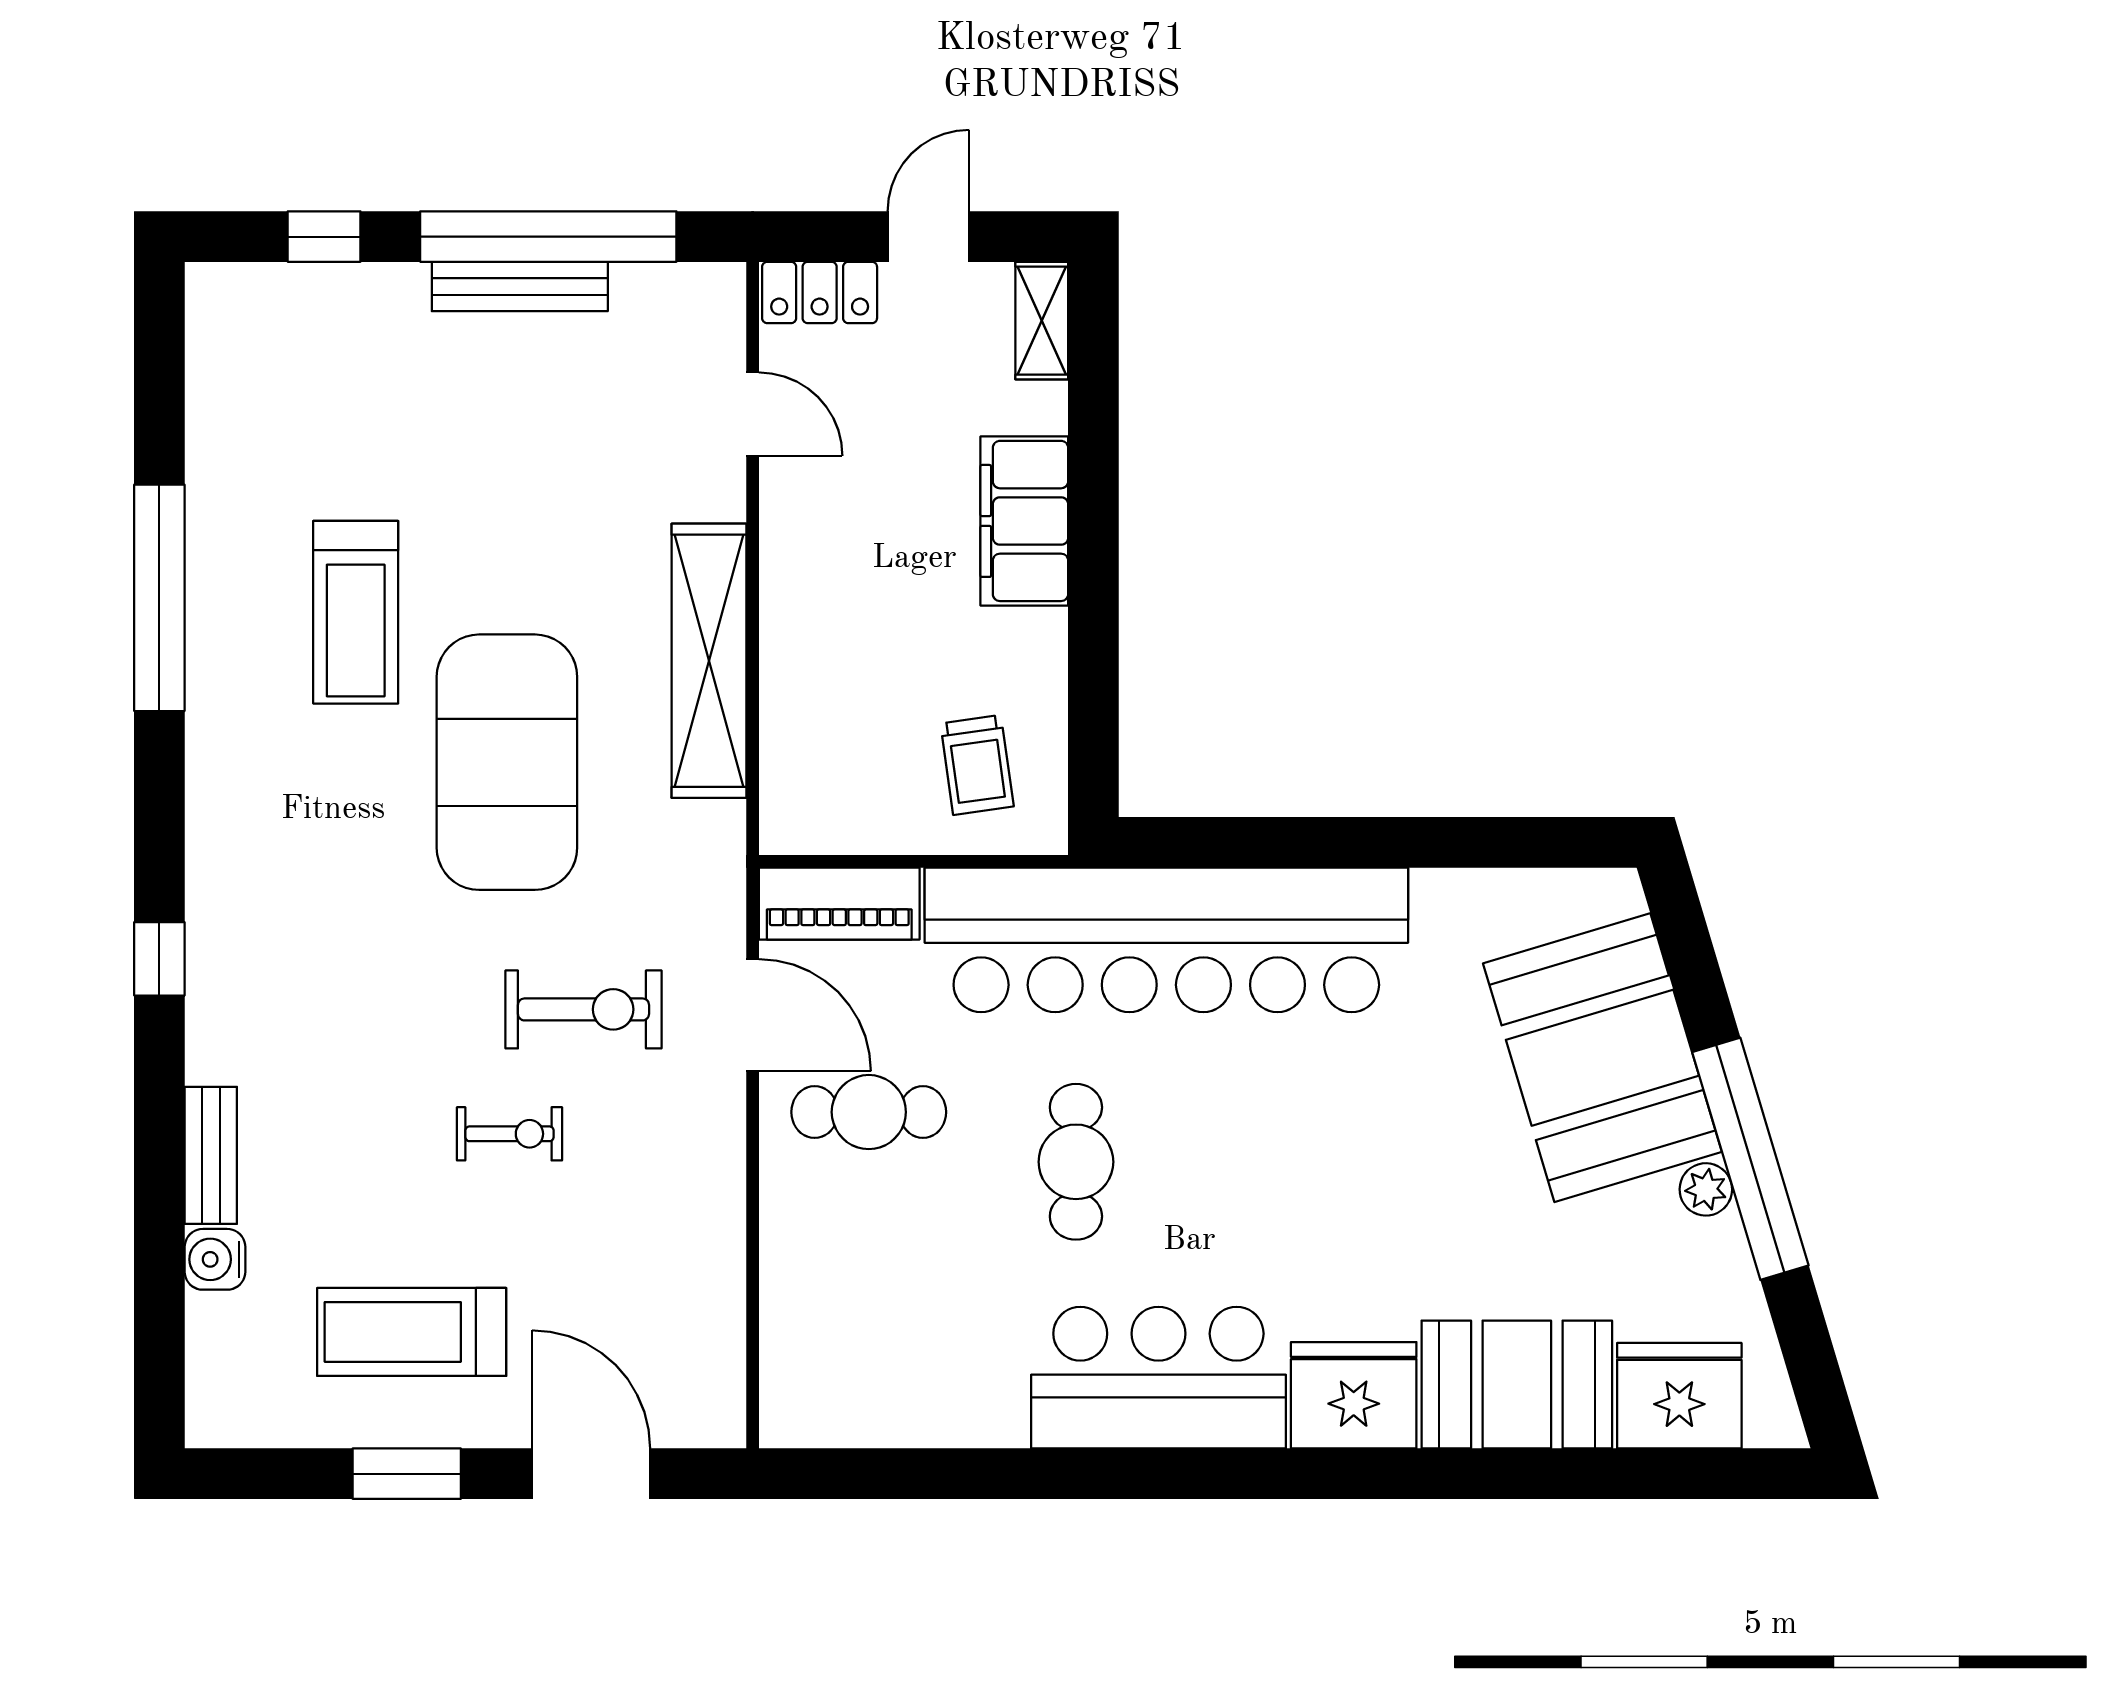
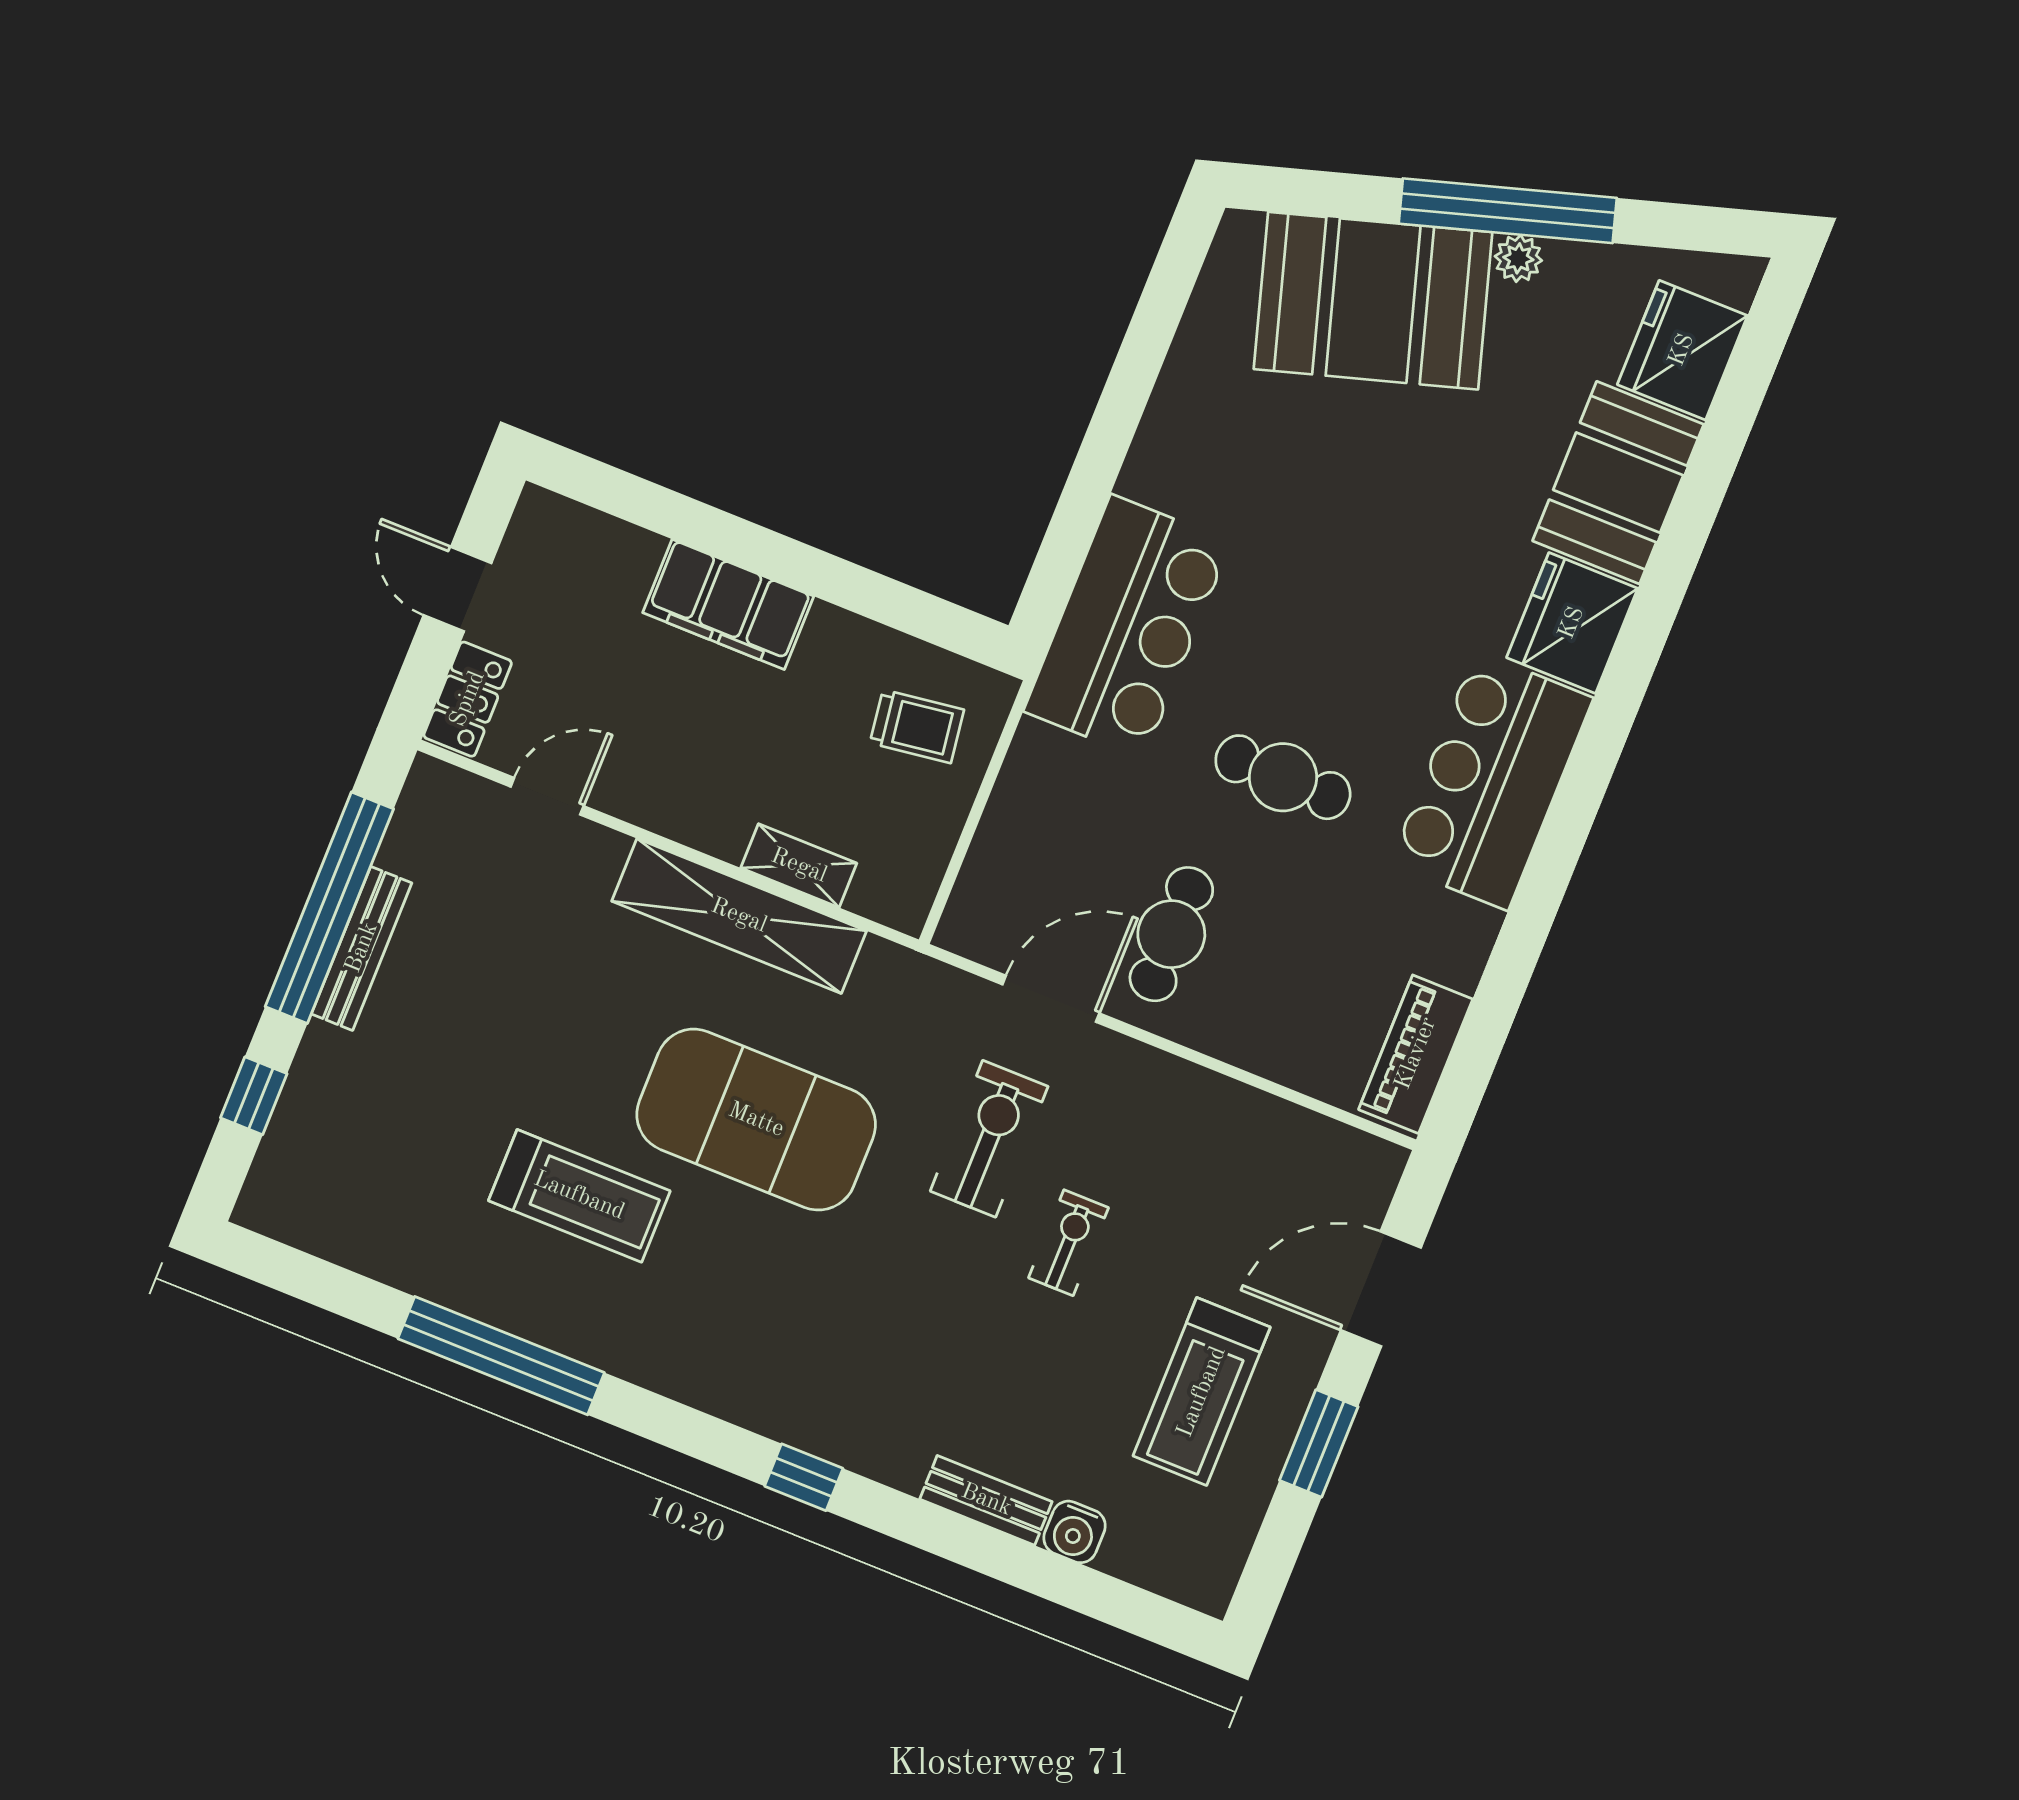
shelving: (1042, 321) -> (799, 866), moved
piano: (839, 904) -> (1416, 1054), moved, turned 180
bar counter: (1166, 940) -> (1127, 627), width x0.54

